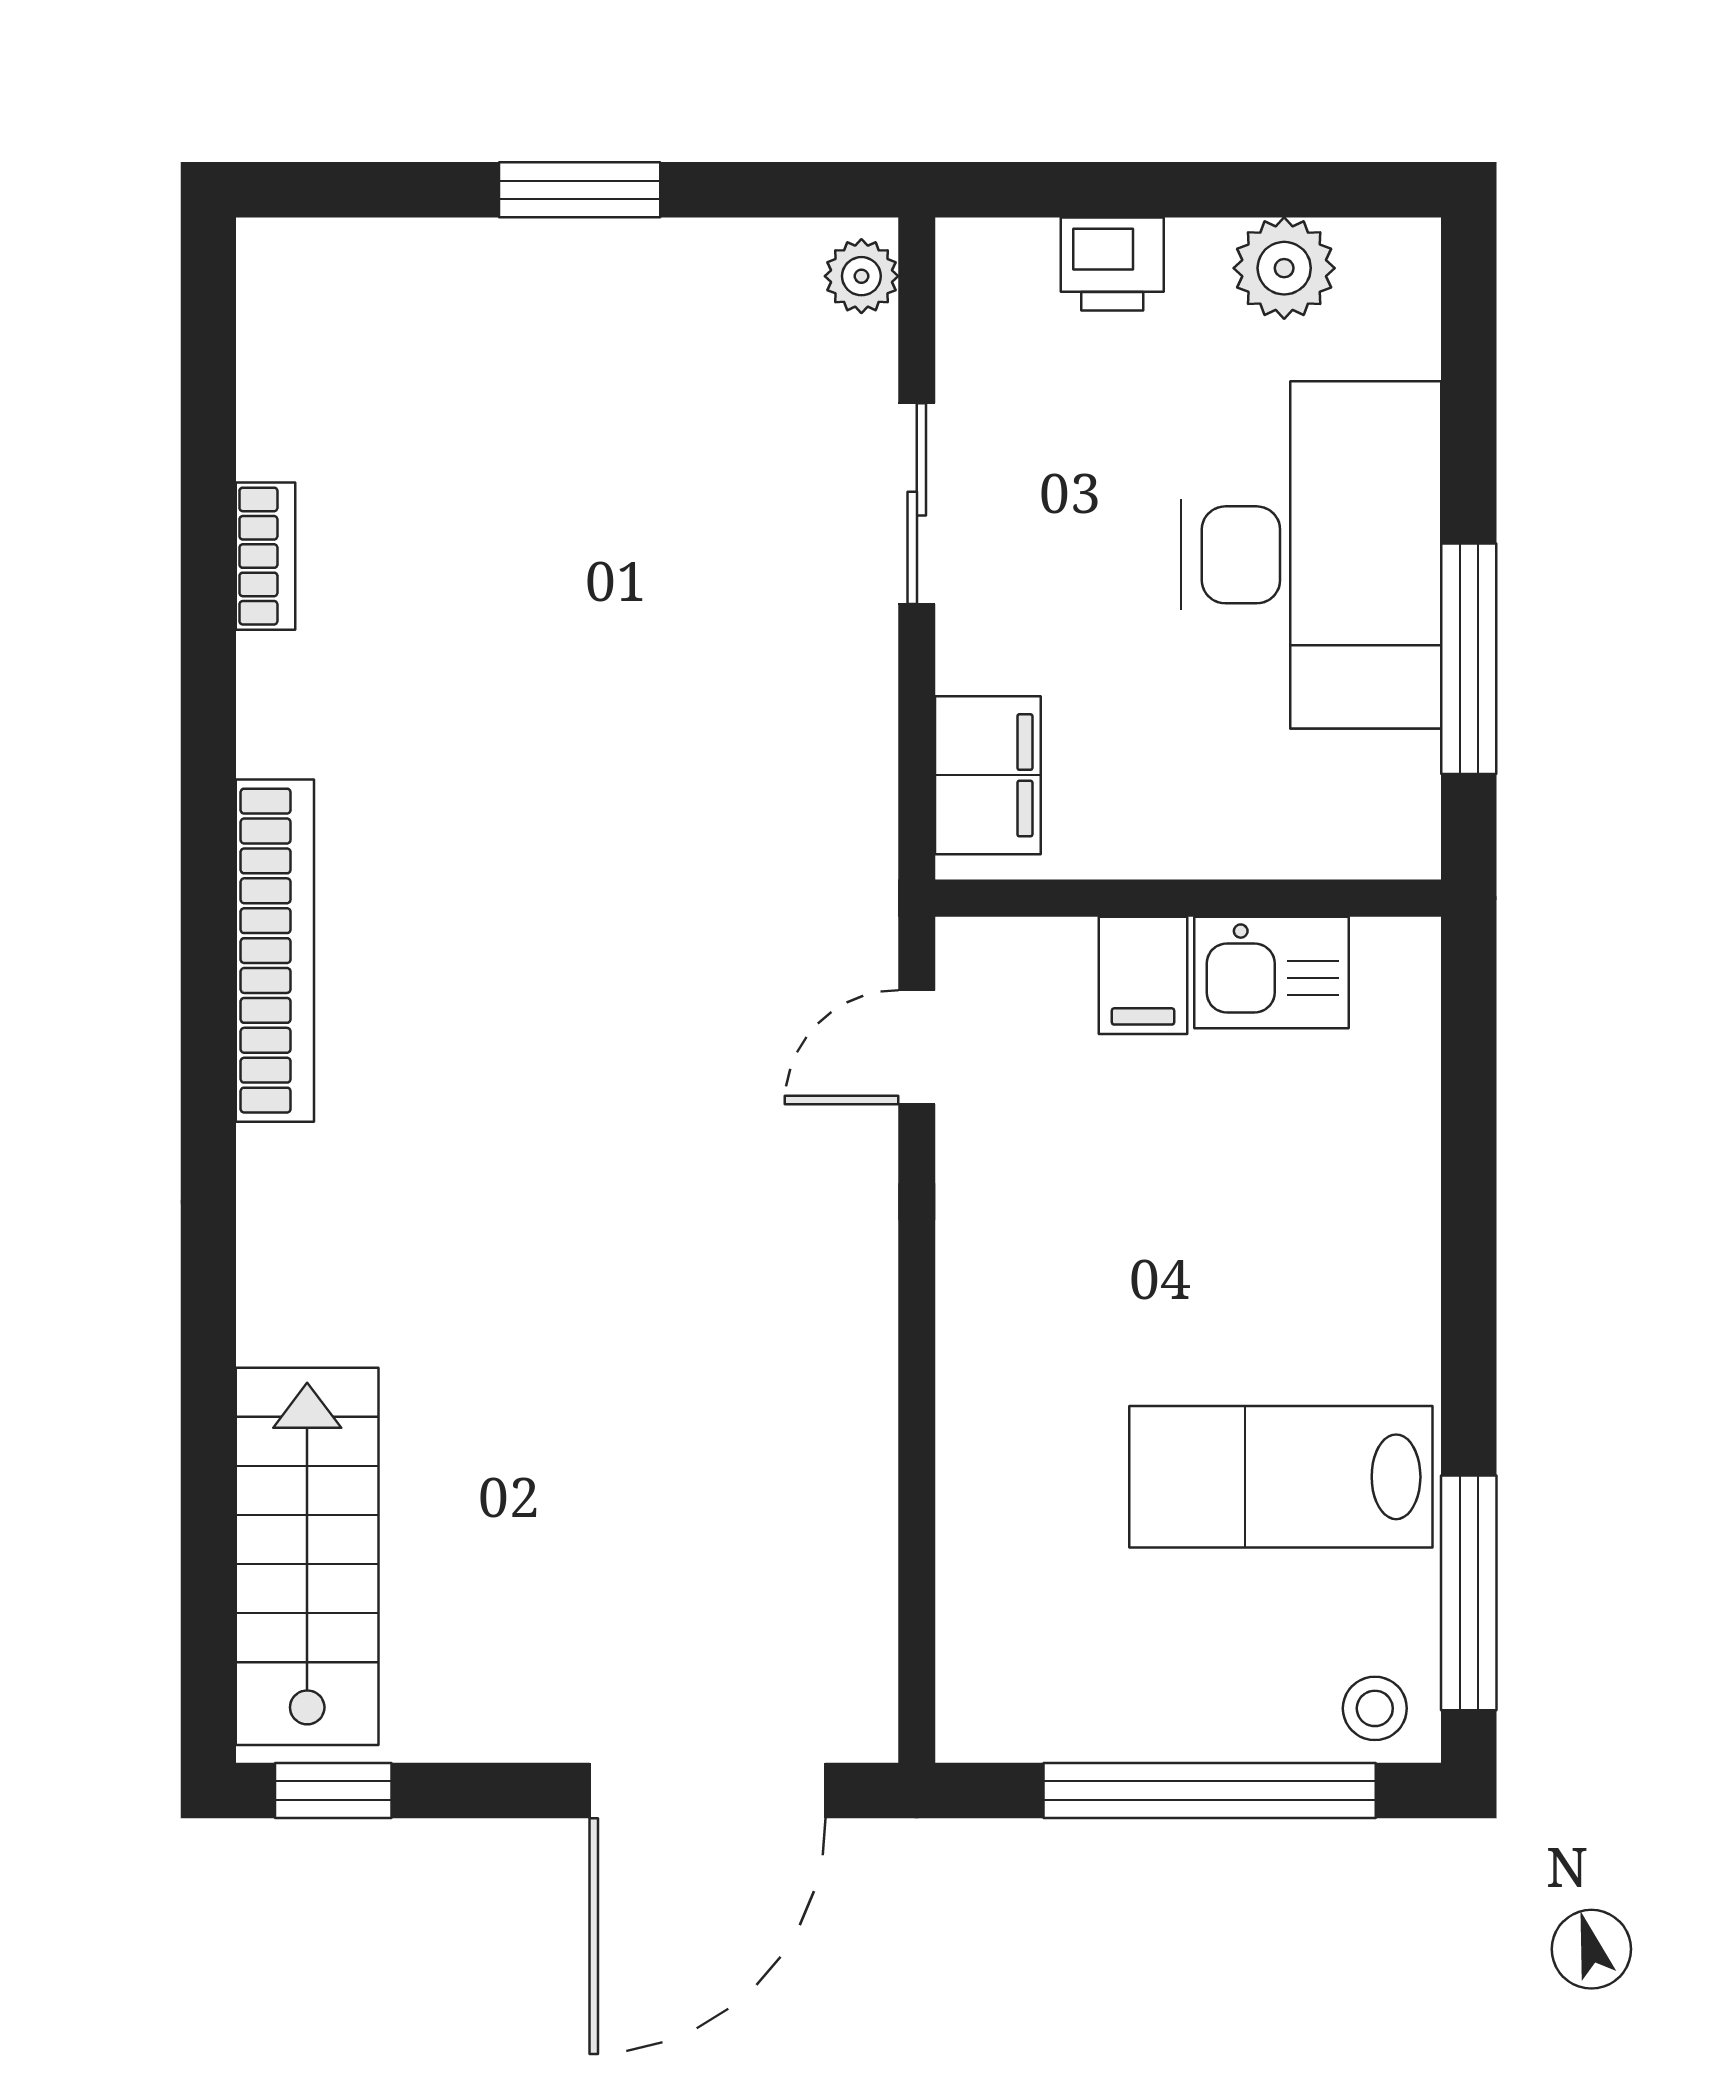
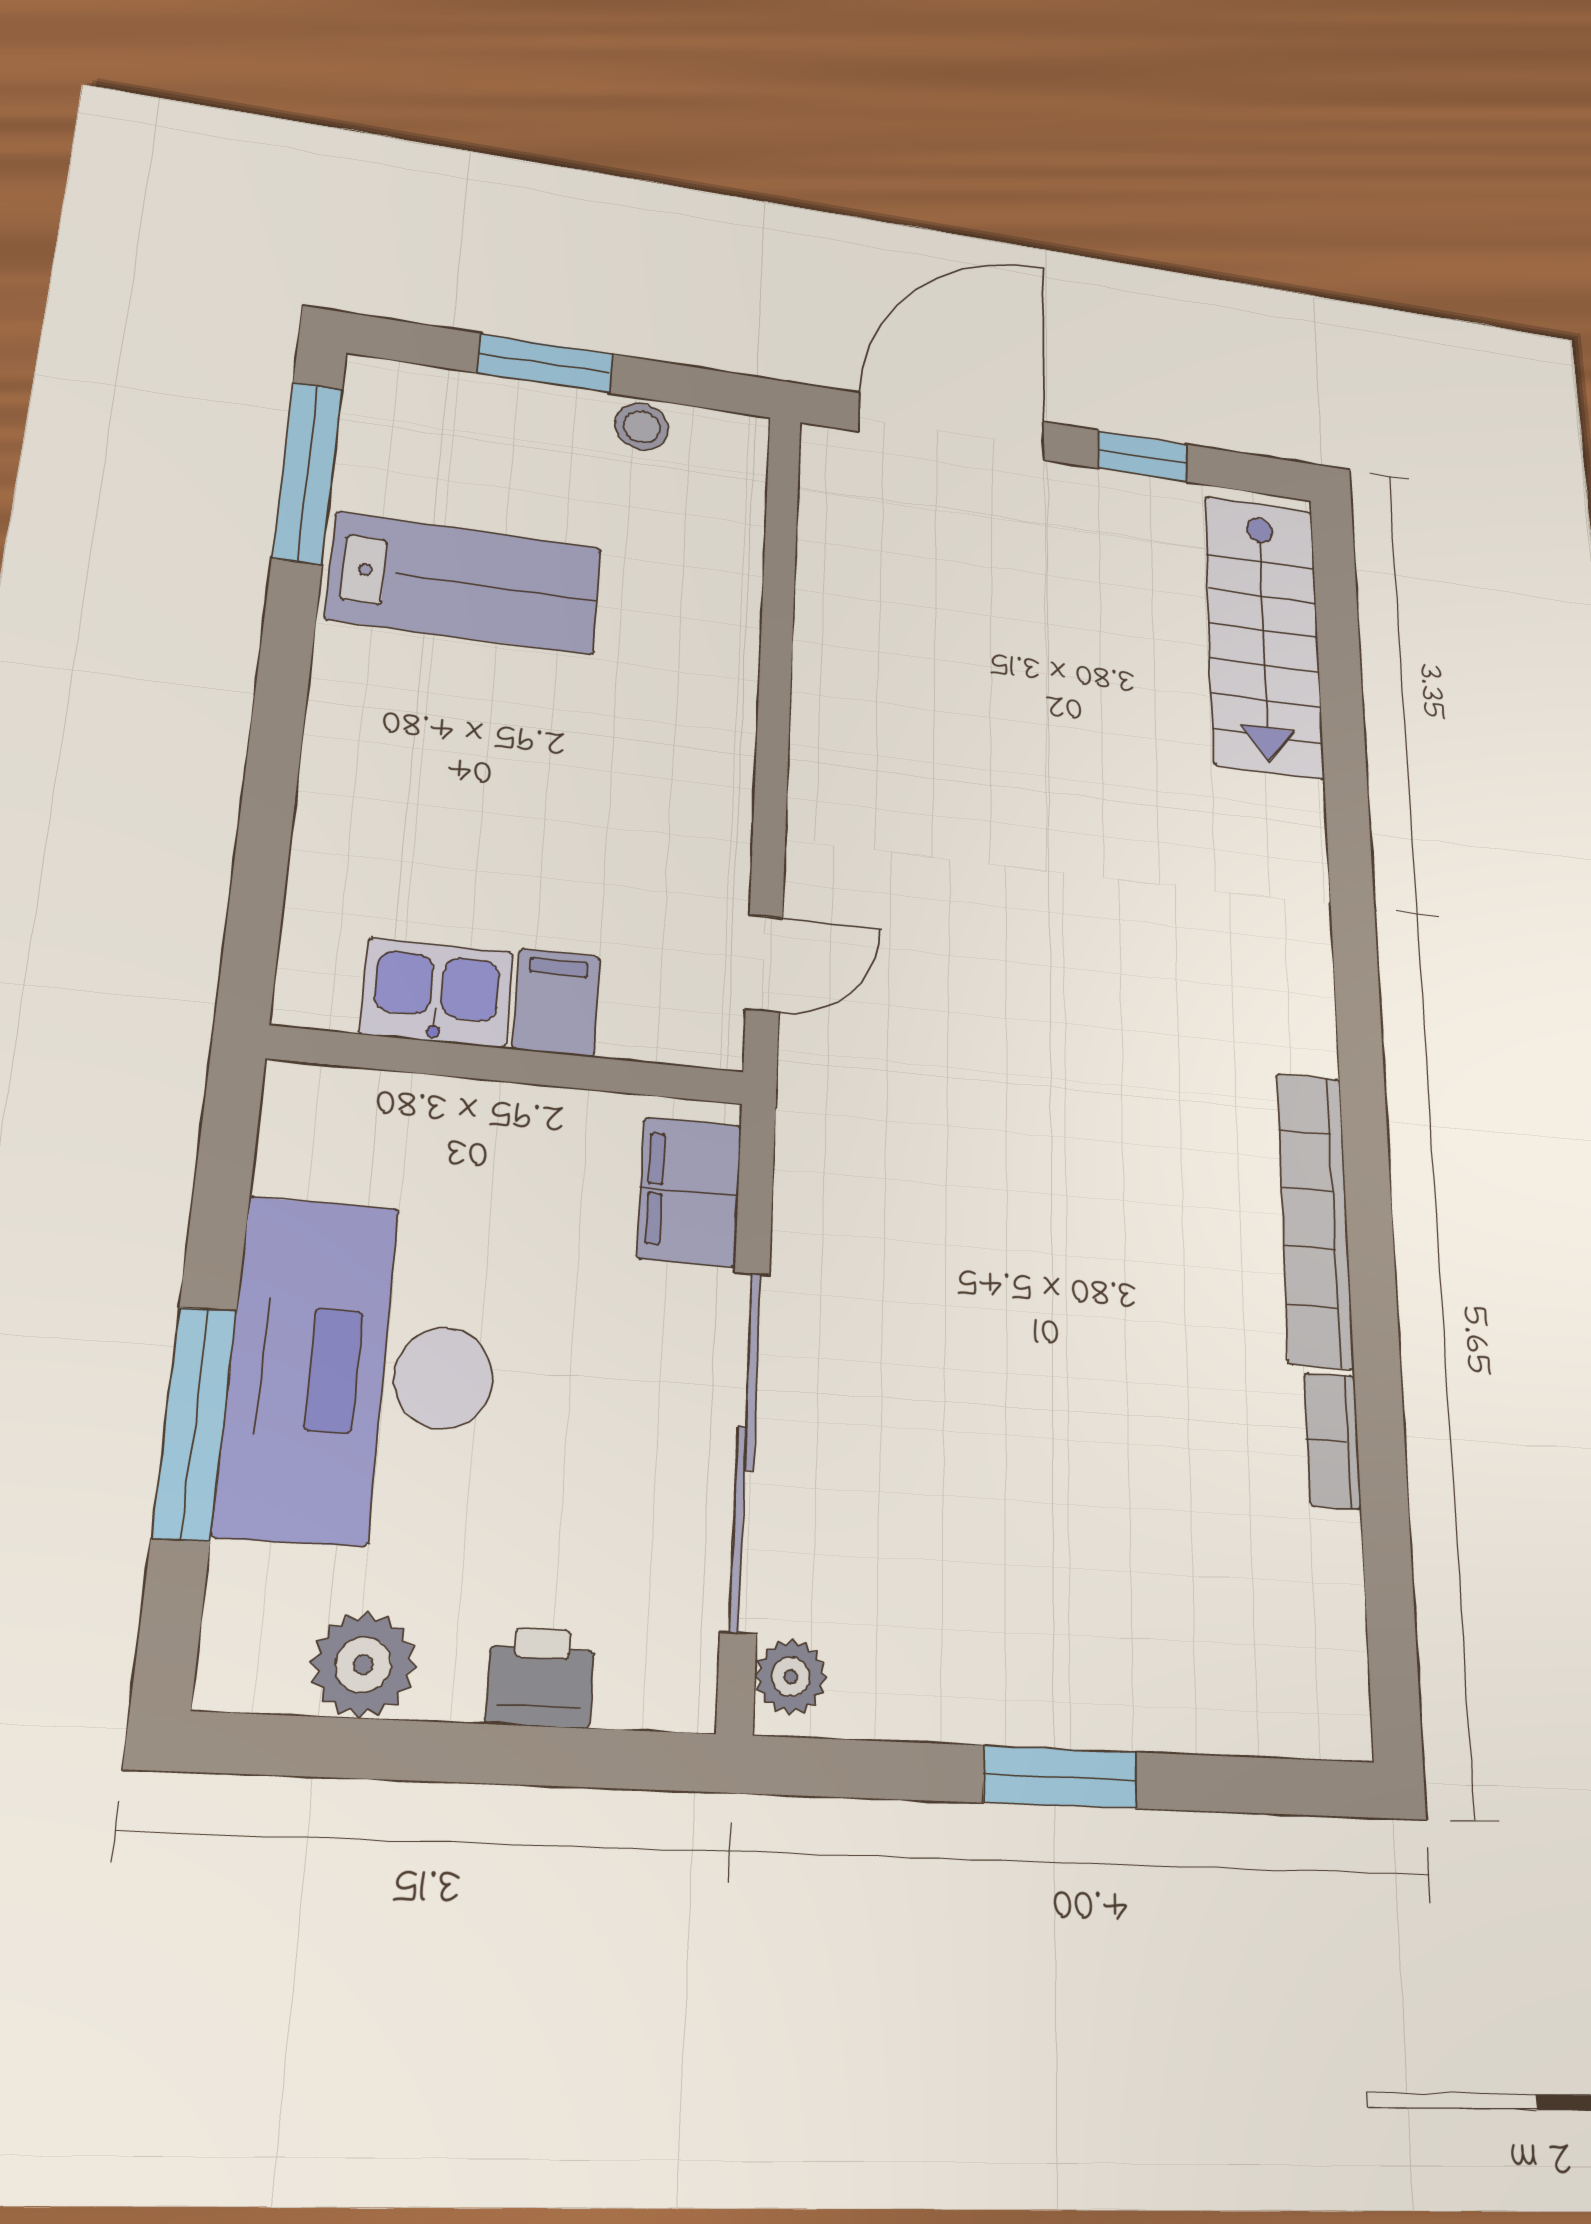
sliding door: (917, 504) -> (745, 1449), width x1.86
window: (1469, 659) -> (194, 1423), moved
bookcase: (275, 951) -> (1315, 1219), moved
stool: (1375, 1708) -> (642, 427), moved
window: (333, 1791) -> (1143, 456), moved
window: (1210, 1791) -> (546, 363), width x0.47

